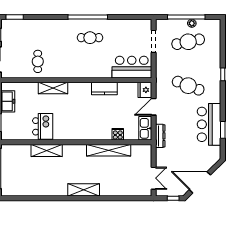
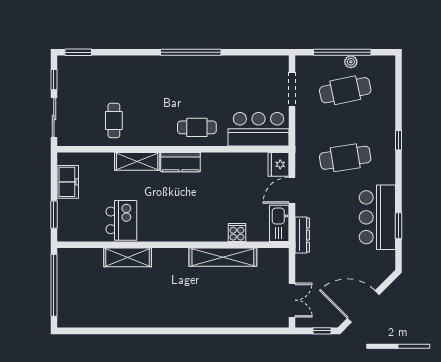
cafe table: (90, 38) -> (197, 127), moved
cafe table: (188, 86) -> (345, 158), turned -30
kitchen counter: (104, 89) -> (181, 162), moved
shelving: (84, 190) -> (184, 318), removed

